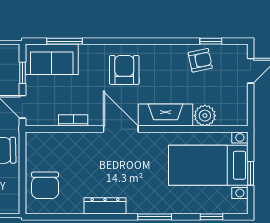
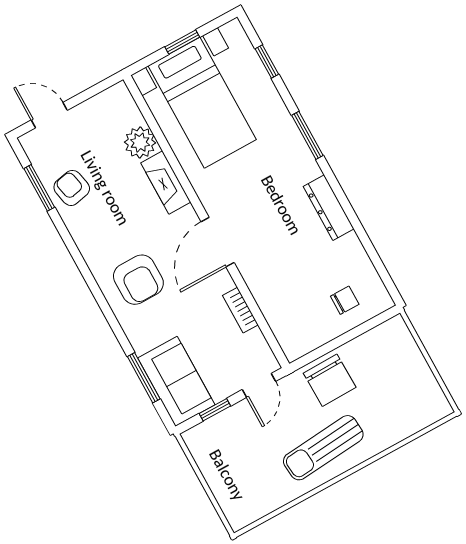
window: (211, 41) -> (39, 188), width x1.50
armchair: (124, 70) -> (138, 280), turned -90
fireplace: (166, 115) -> (166, 183), width x0.73, depth x0.76
chair: (45, 185) -> (345, 300), width x0.54, depth x0.54

